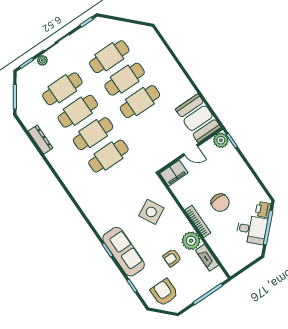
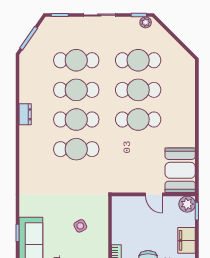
plant: (42, 60) -> (146, 22), moved
dresser: (40, 140) -> (25, 114), moved, width x0.70
filing cabinet: (174, 173) -> (187, 240), moved, turned 90
side table: (151, 212) -> (80, 226), width x0.54, depth x0.54

